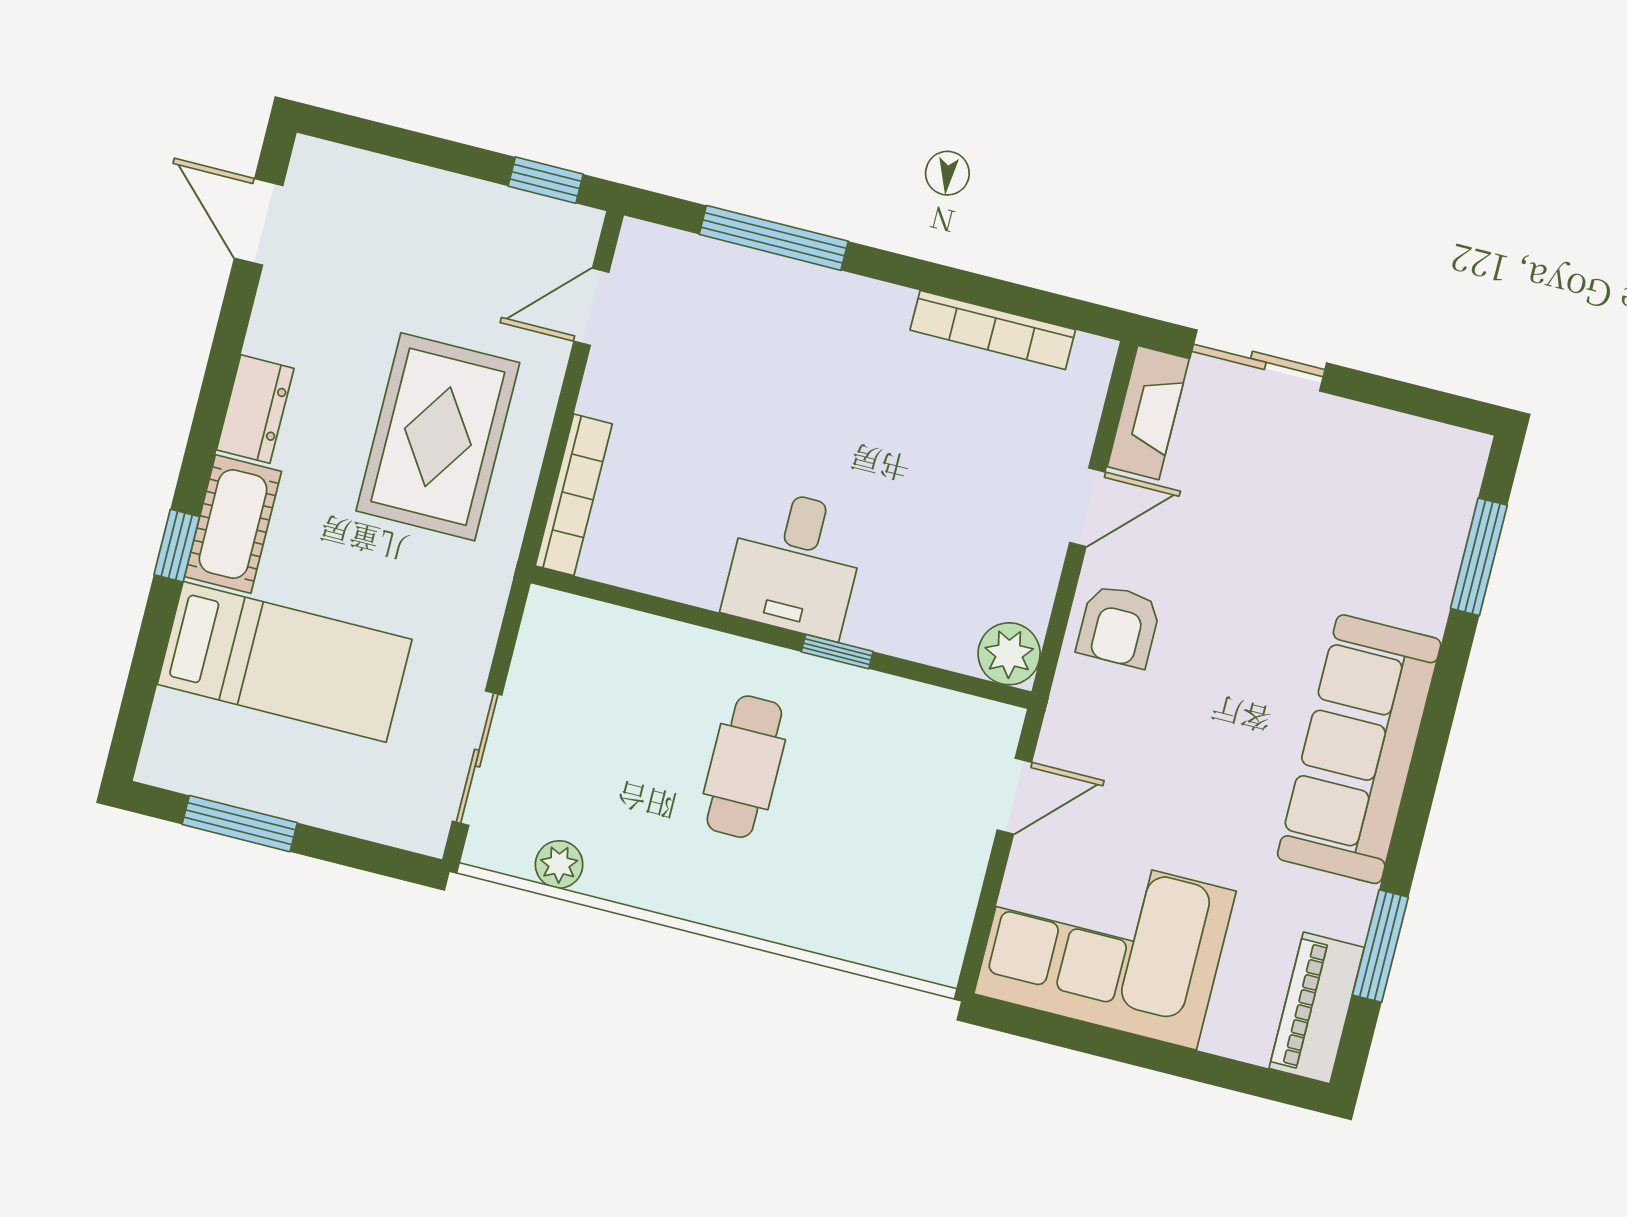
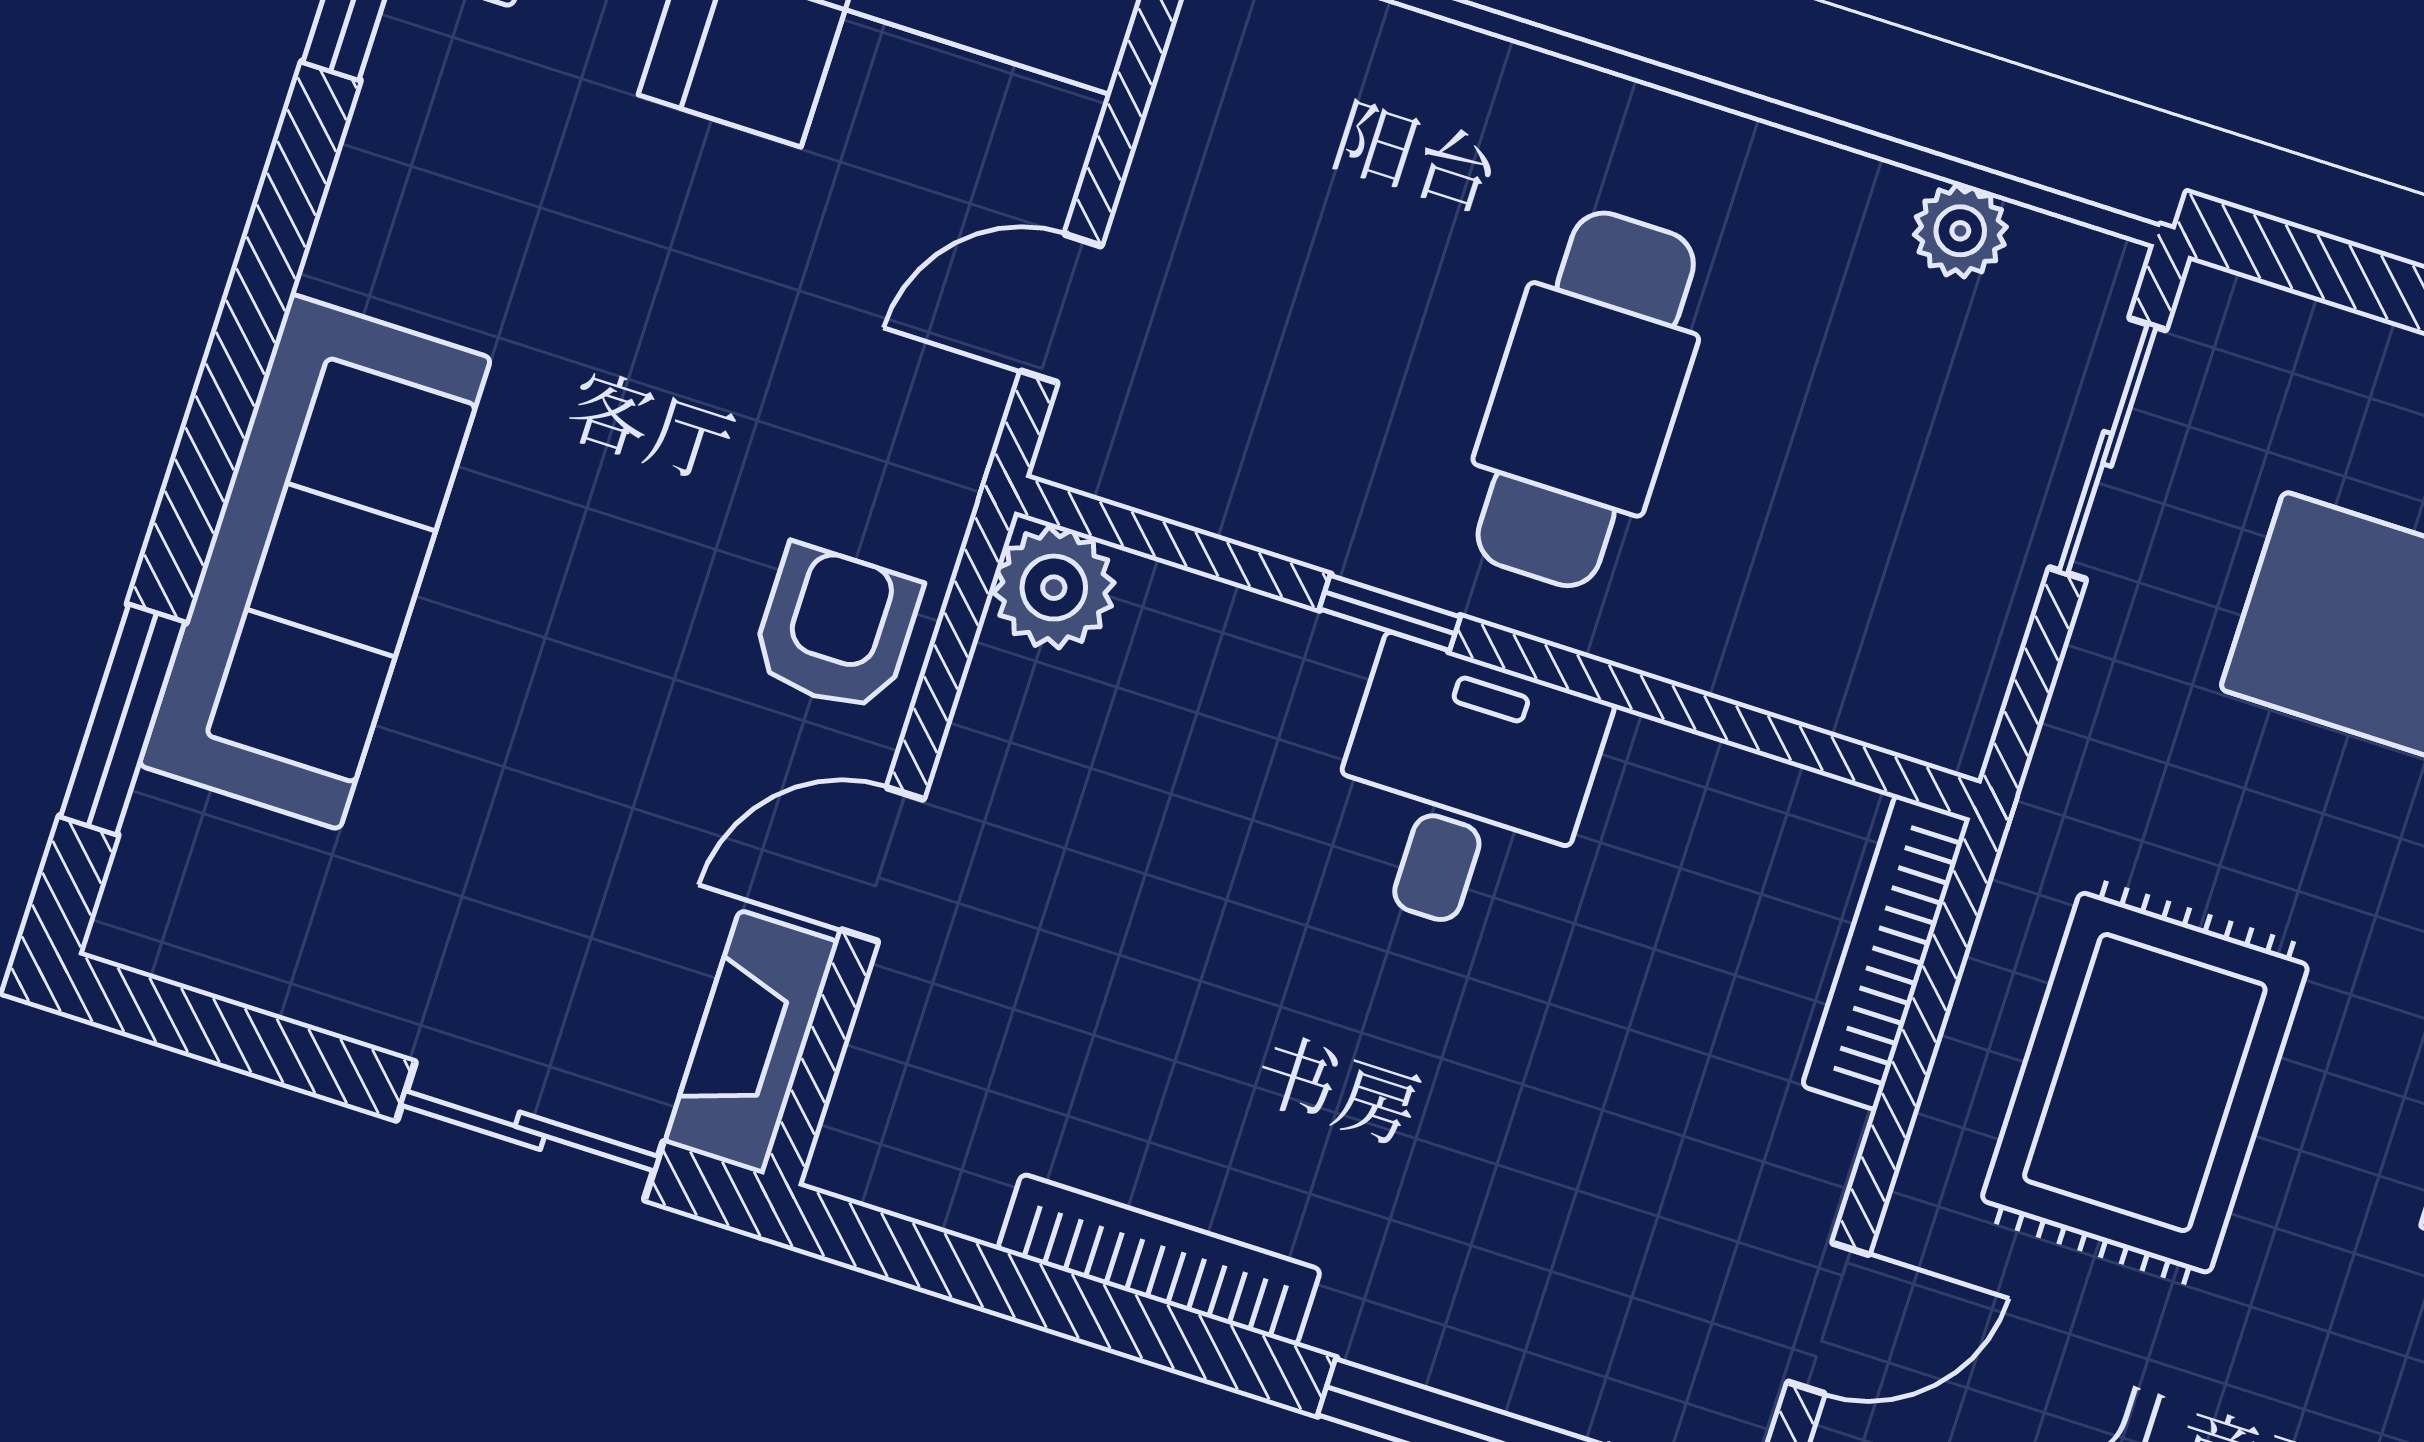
bookcase: (993, 330) -> (1159, 1260), moved
sofa: (1359, 749) -> (315, 562), moved
cafe table: (744, 767) -> (1586, 399), width x1.37, depth x1.35

